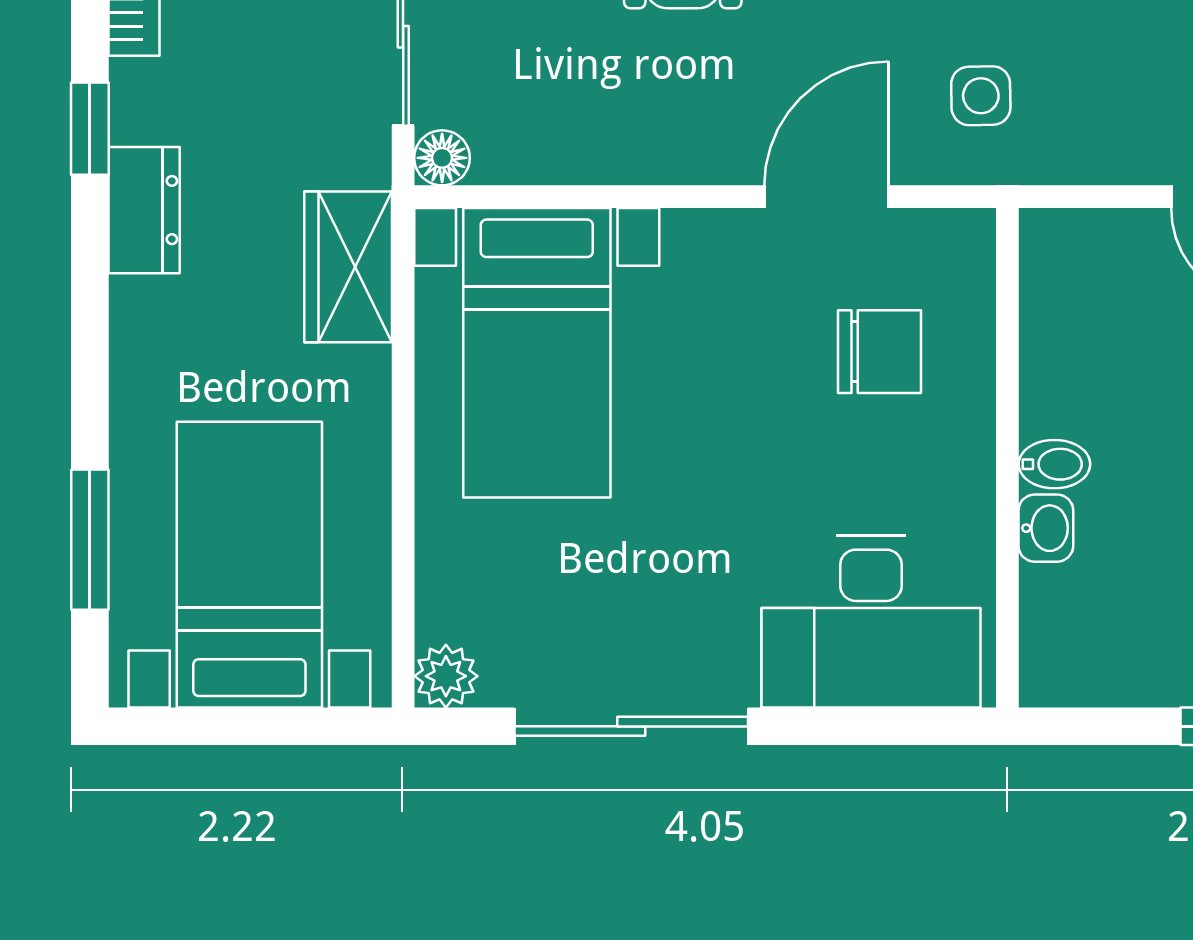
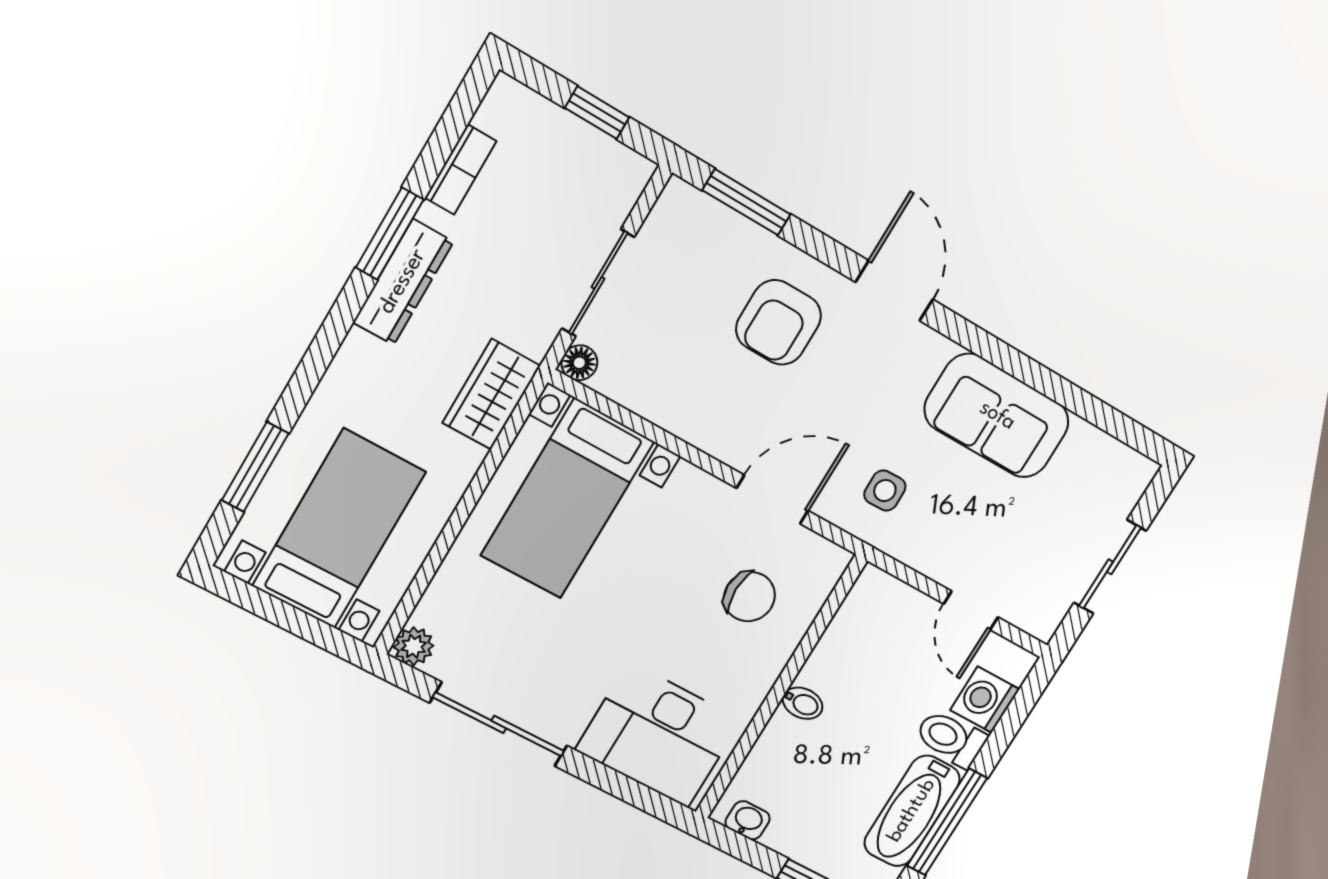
window: (90, 129) -> (390, 234), width x1.50
dresser: (144, 210) -> (403, 282), width x1.44
washbasin: (1046, 528) -> (748, 820), moved, turned -90

